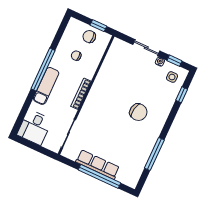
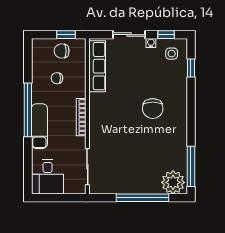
chair: (138, 112) -> (153, 108), turned 80
window: (154, 154) -> (191, 166), moved
row of seats: (98, 165) -> (97, 66), moved, turned 90
plant: (128, 175) -> (173, 182), added

